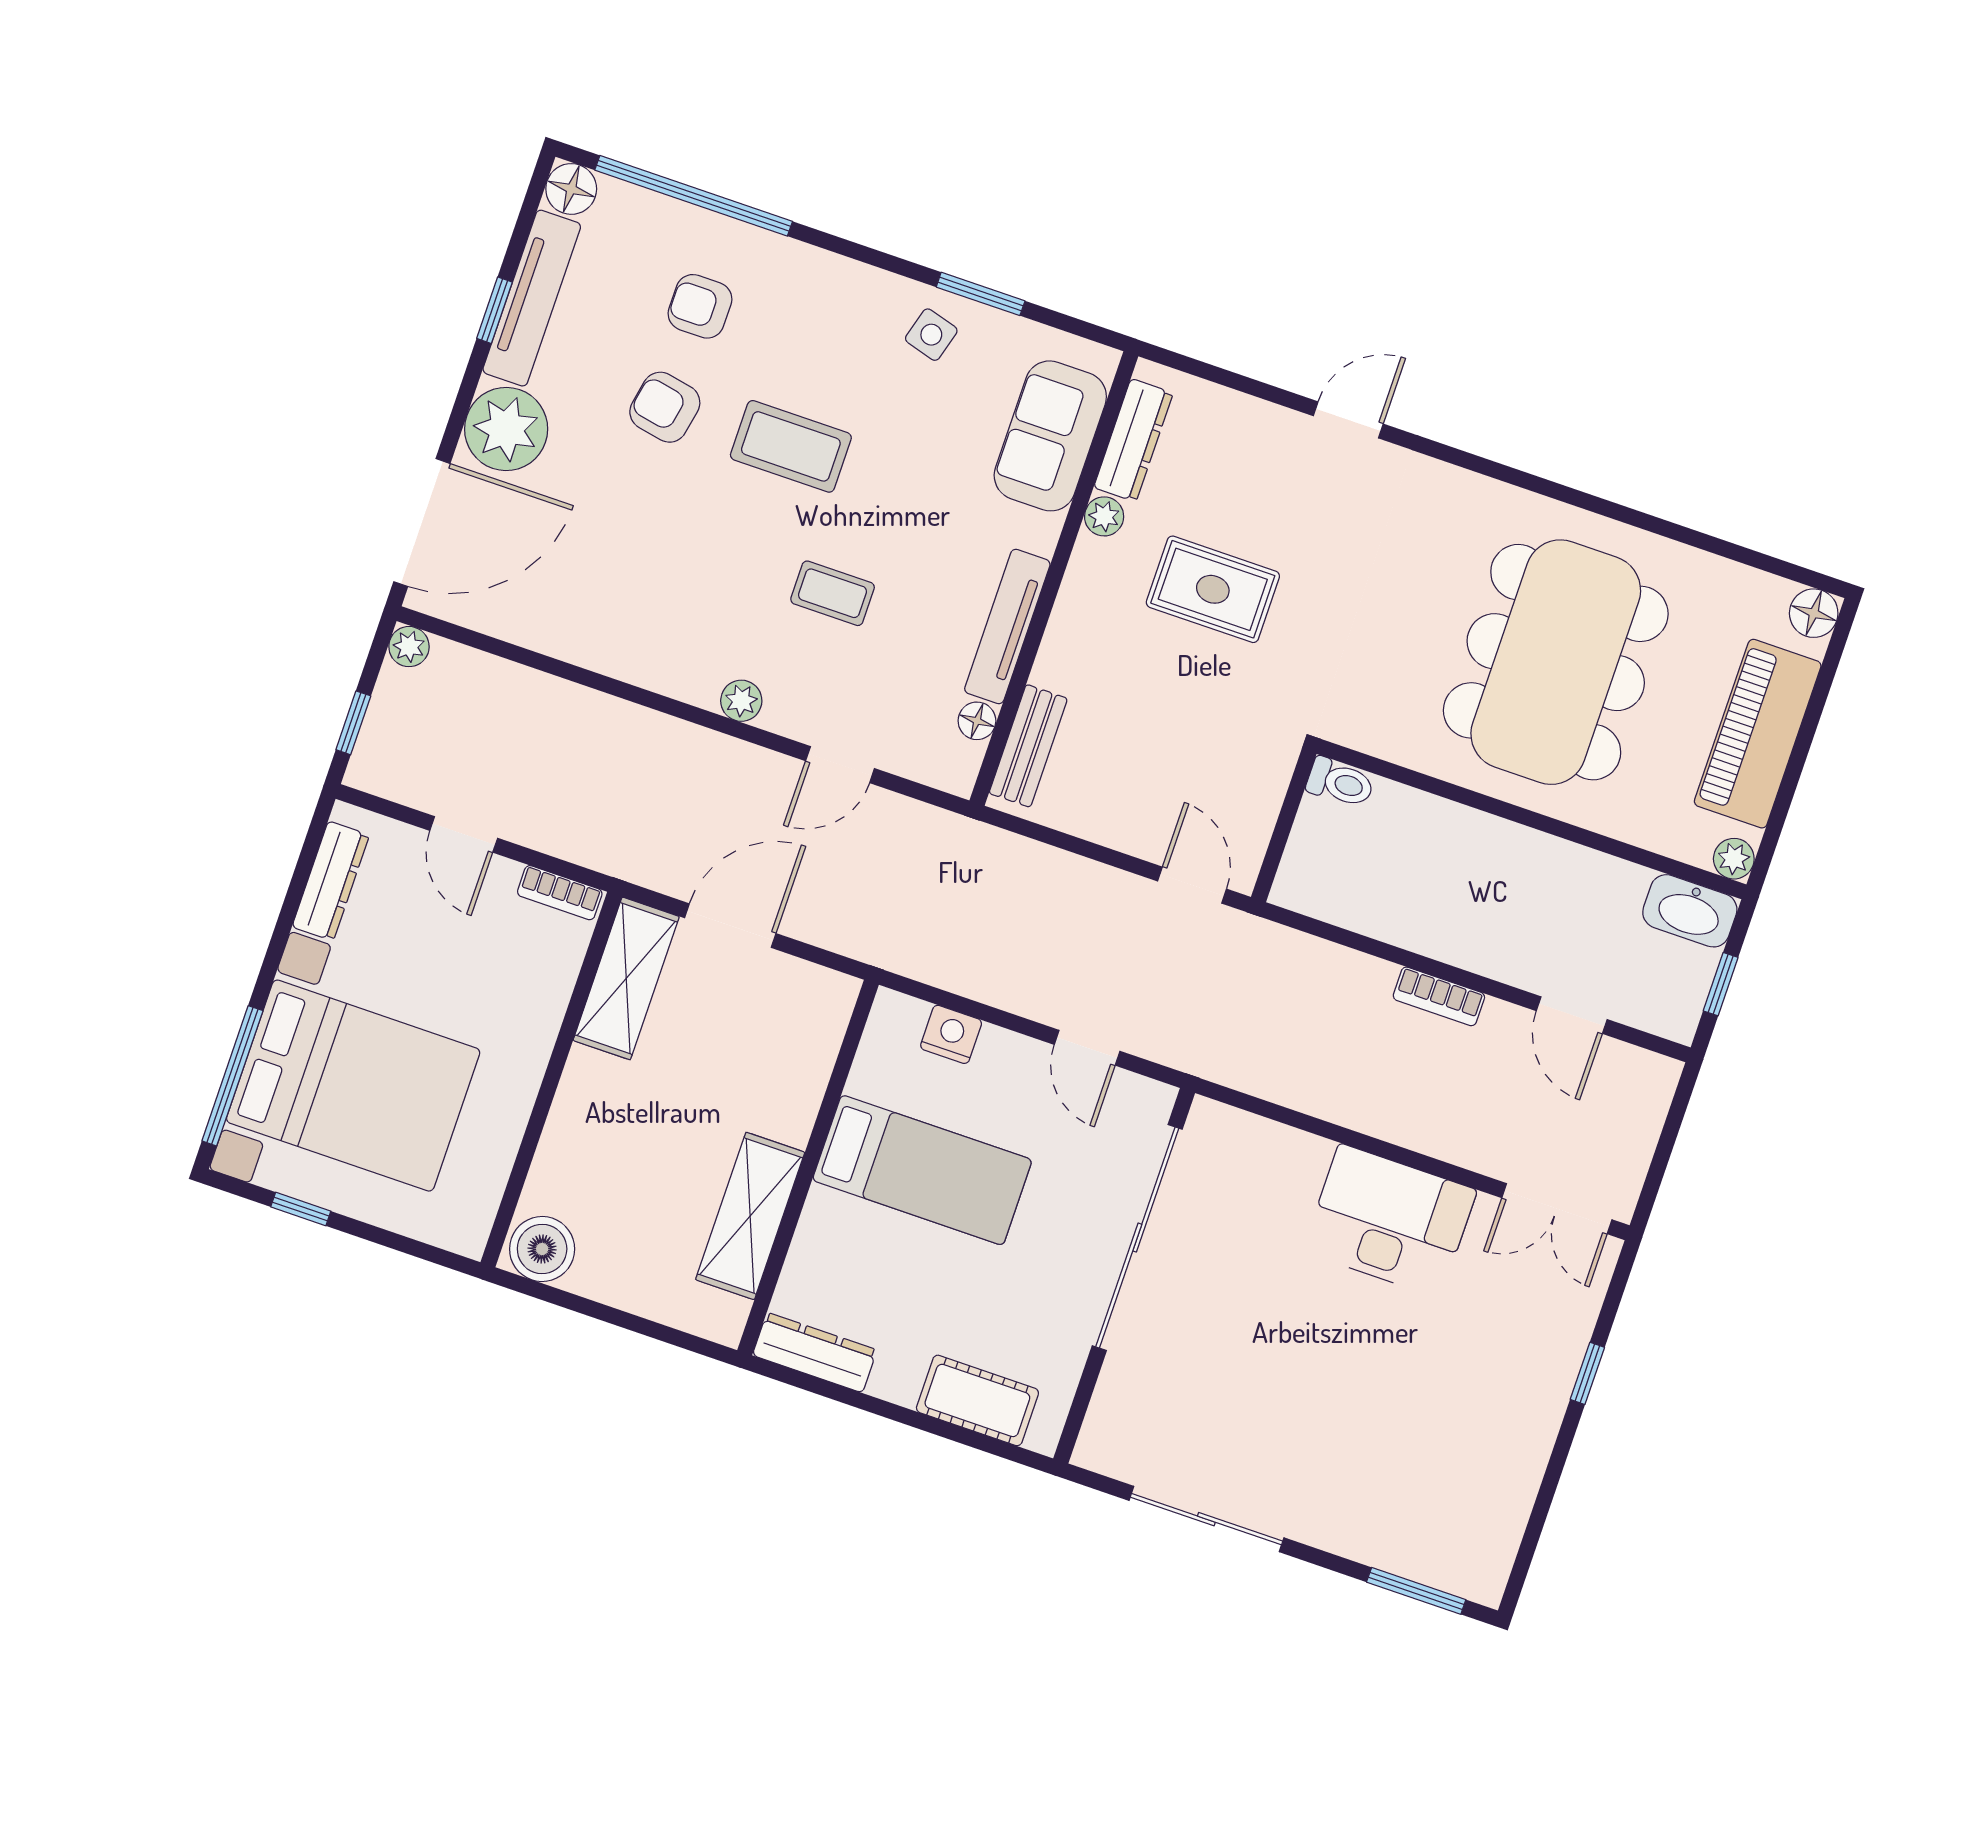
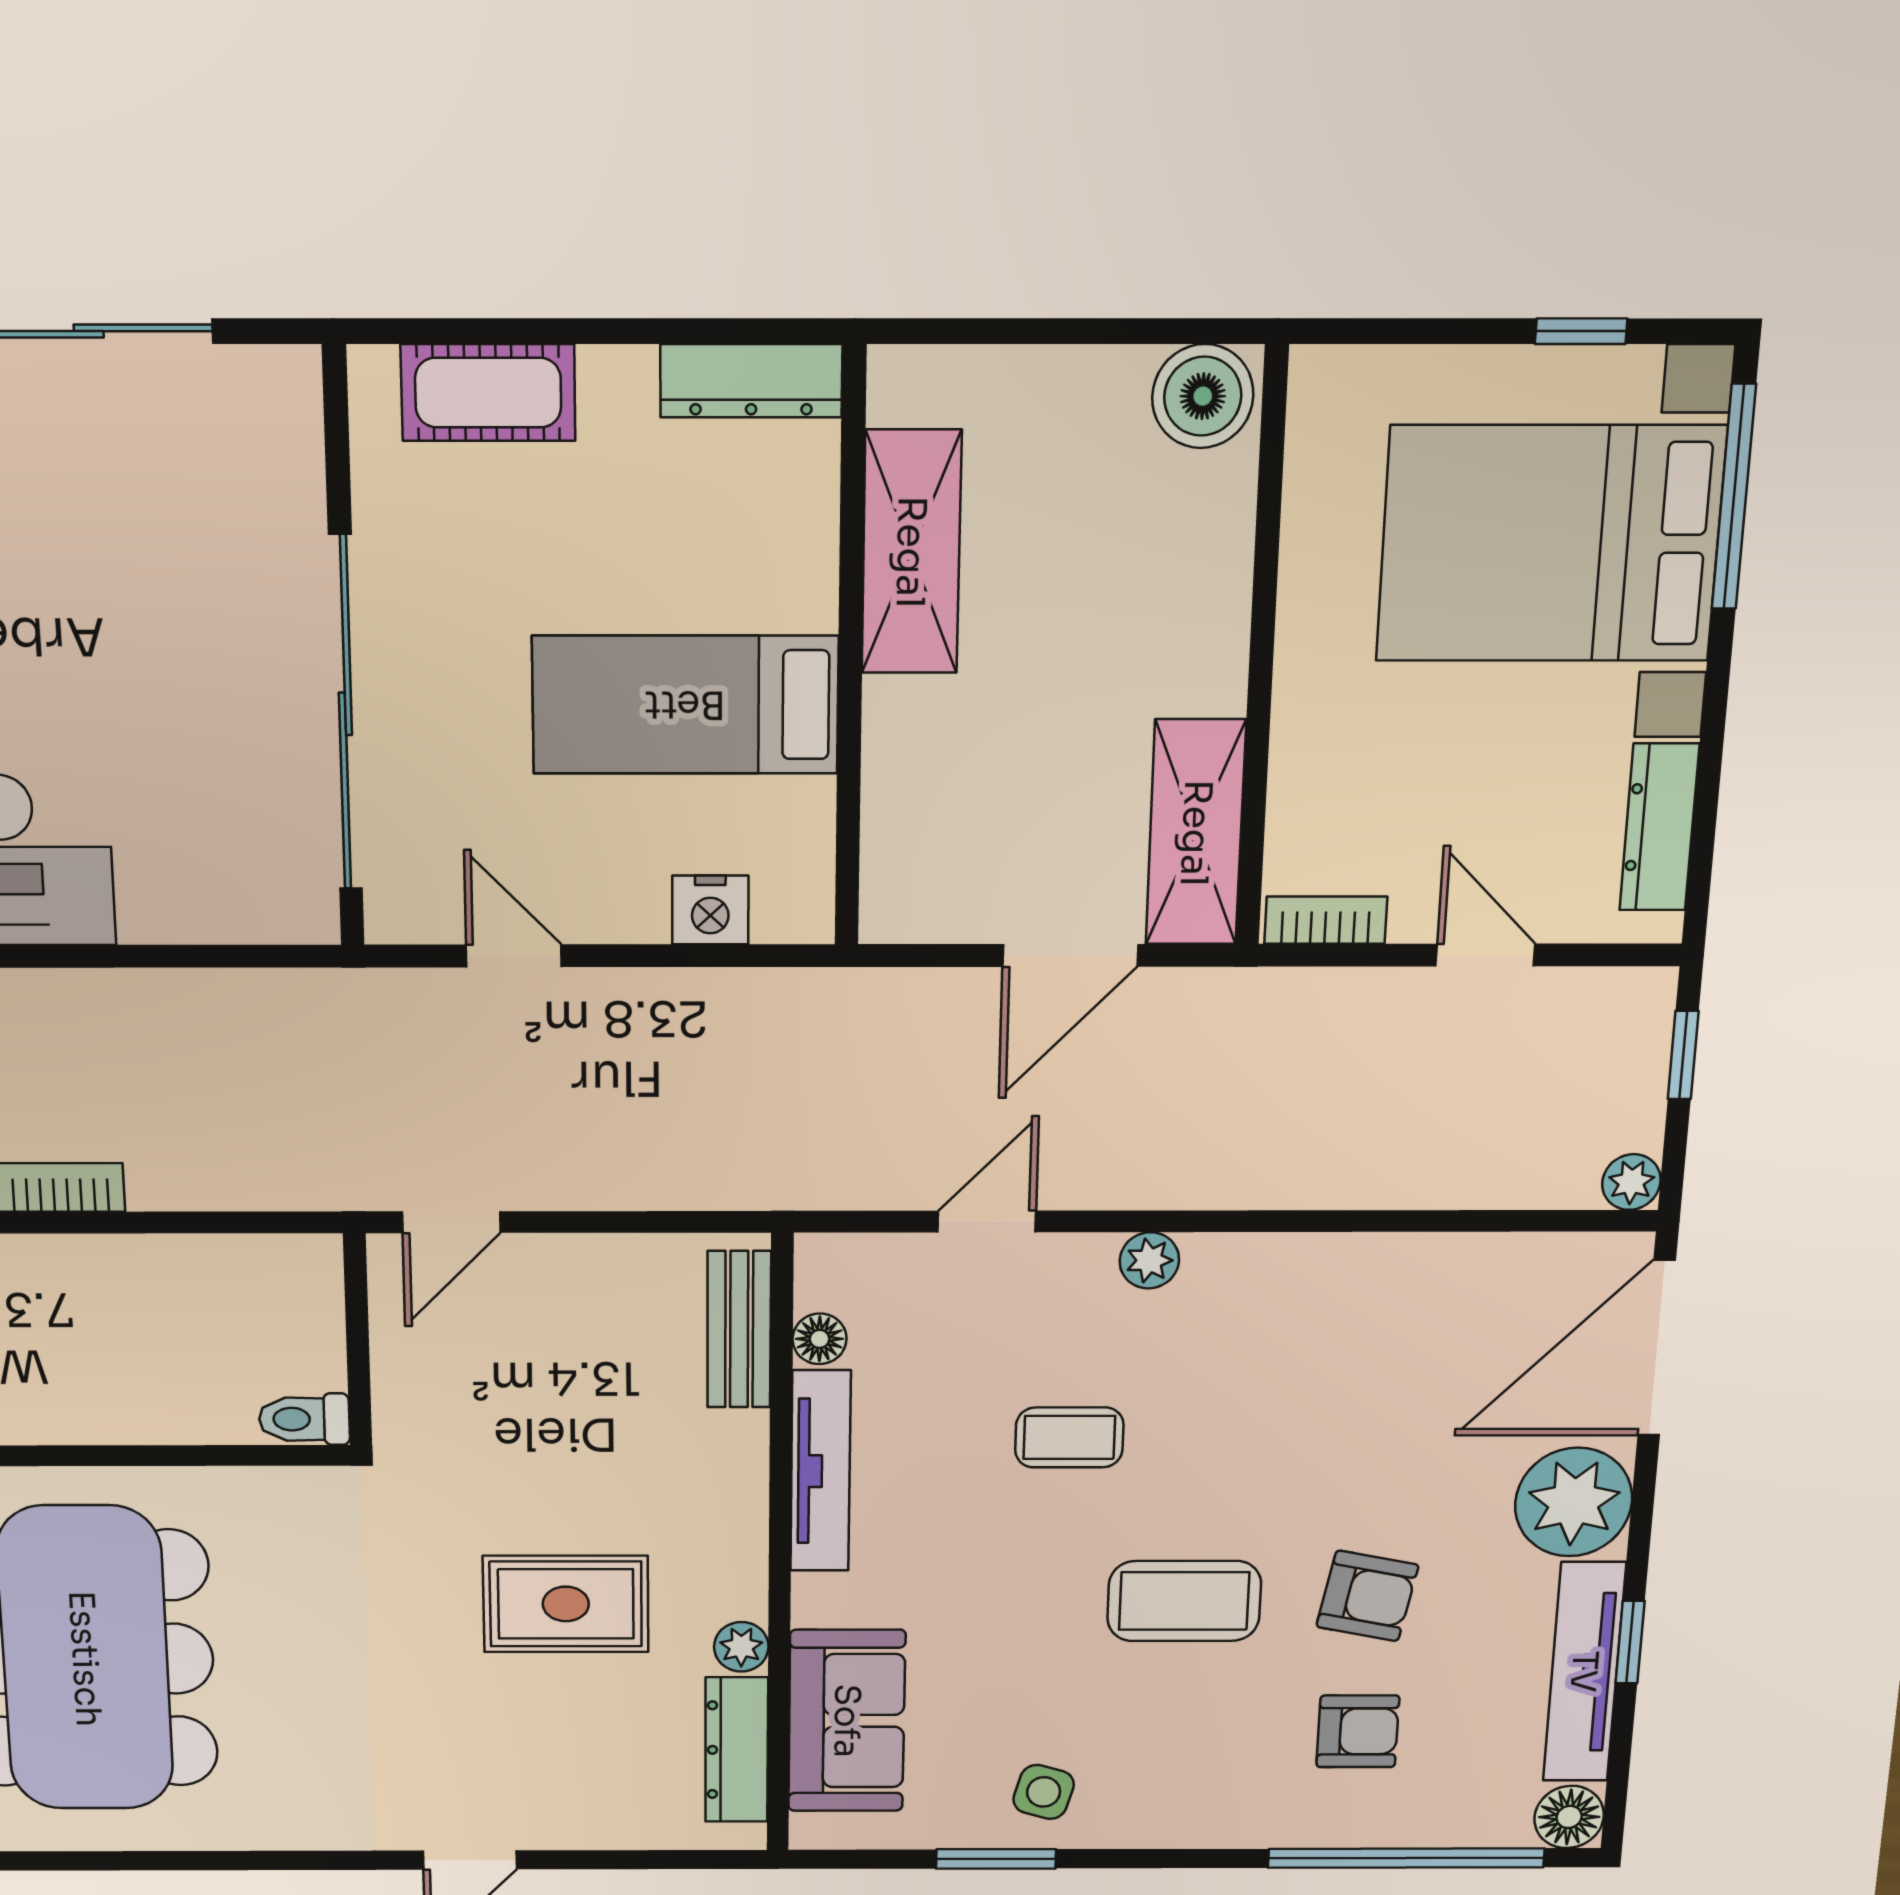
door: (1192, 885) -> (451, 1222), hinge flipped

